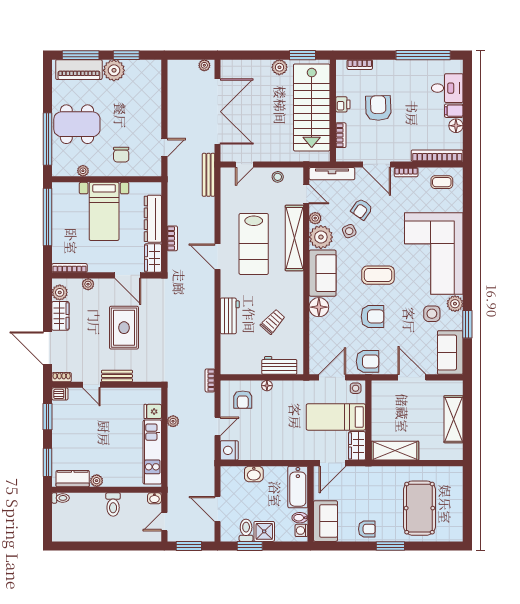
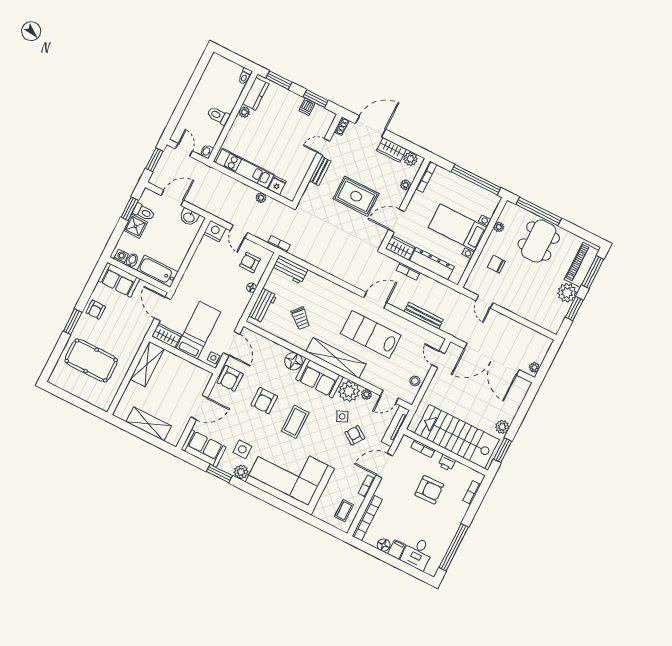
bench: (209, 175) -> (424, 316), moved
shelving: (294, 238) -> (336, 358), moved
workbench: (230, 316) -> (290, 270), moved
dishwasher: (60, 394) -> (307, 107), moved
washbasin: (254, 474) -> (189, 217), moved, turned -90

